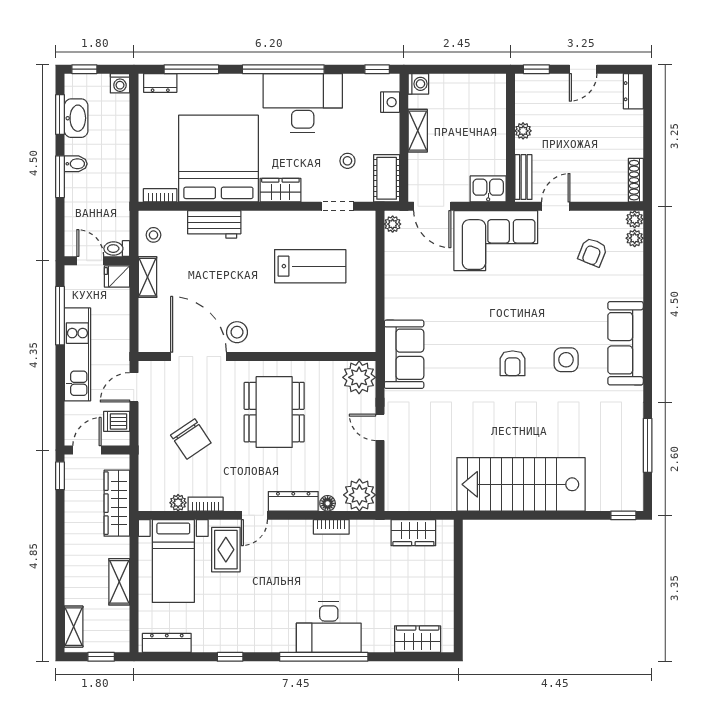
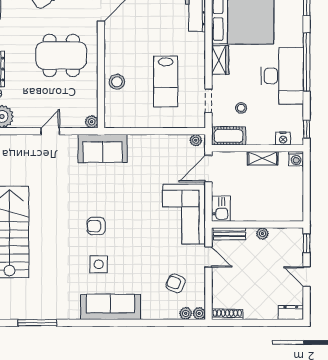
stool: (237, 332) -> (117, 82), moved
plant: (359, 377) -> (92, 122), width x0.53, depth x0.53

